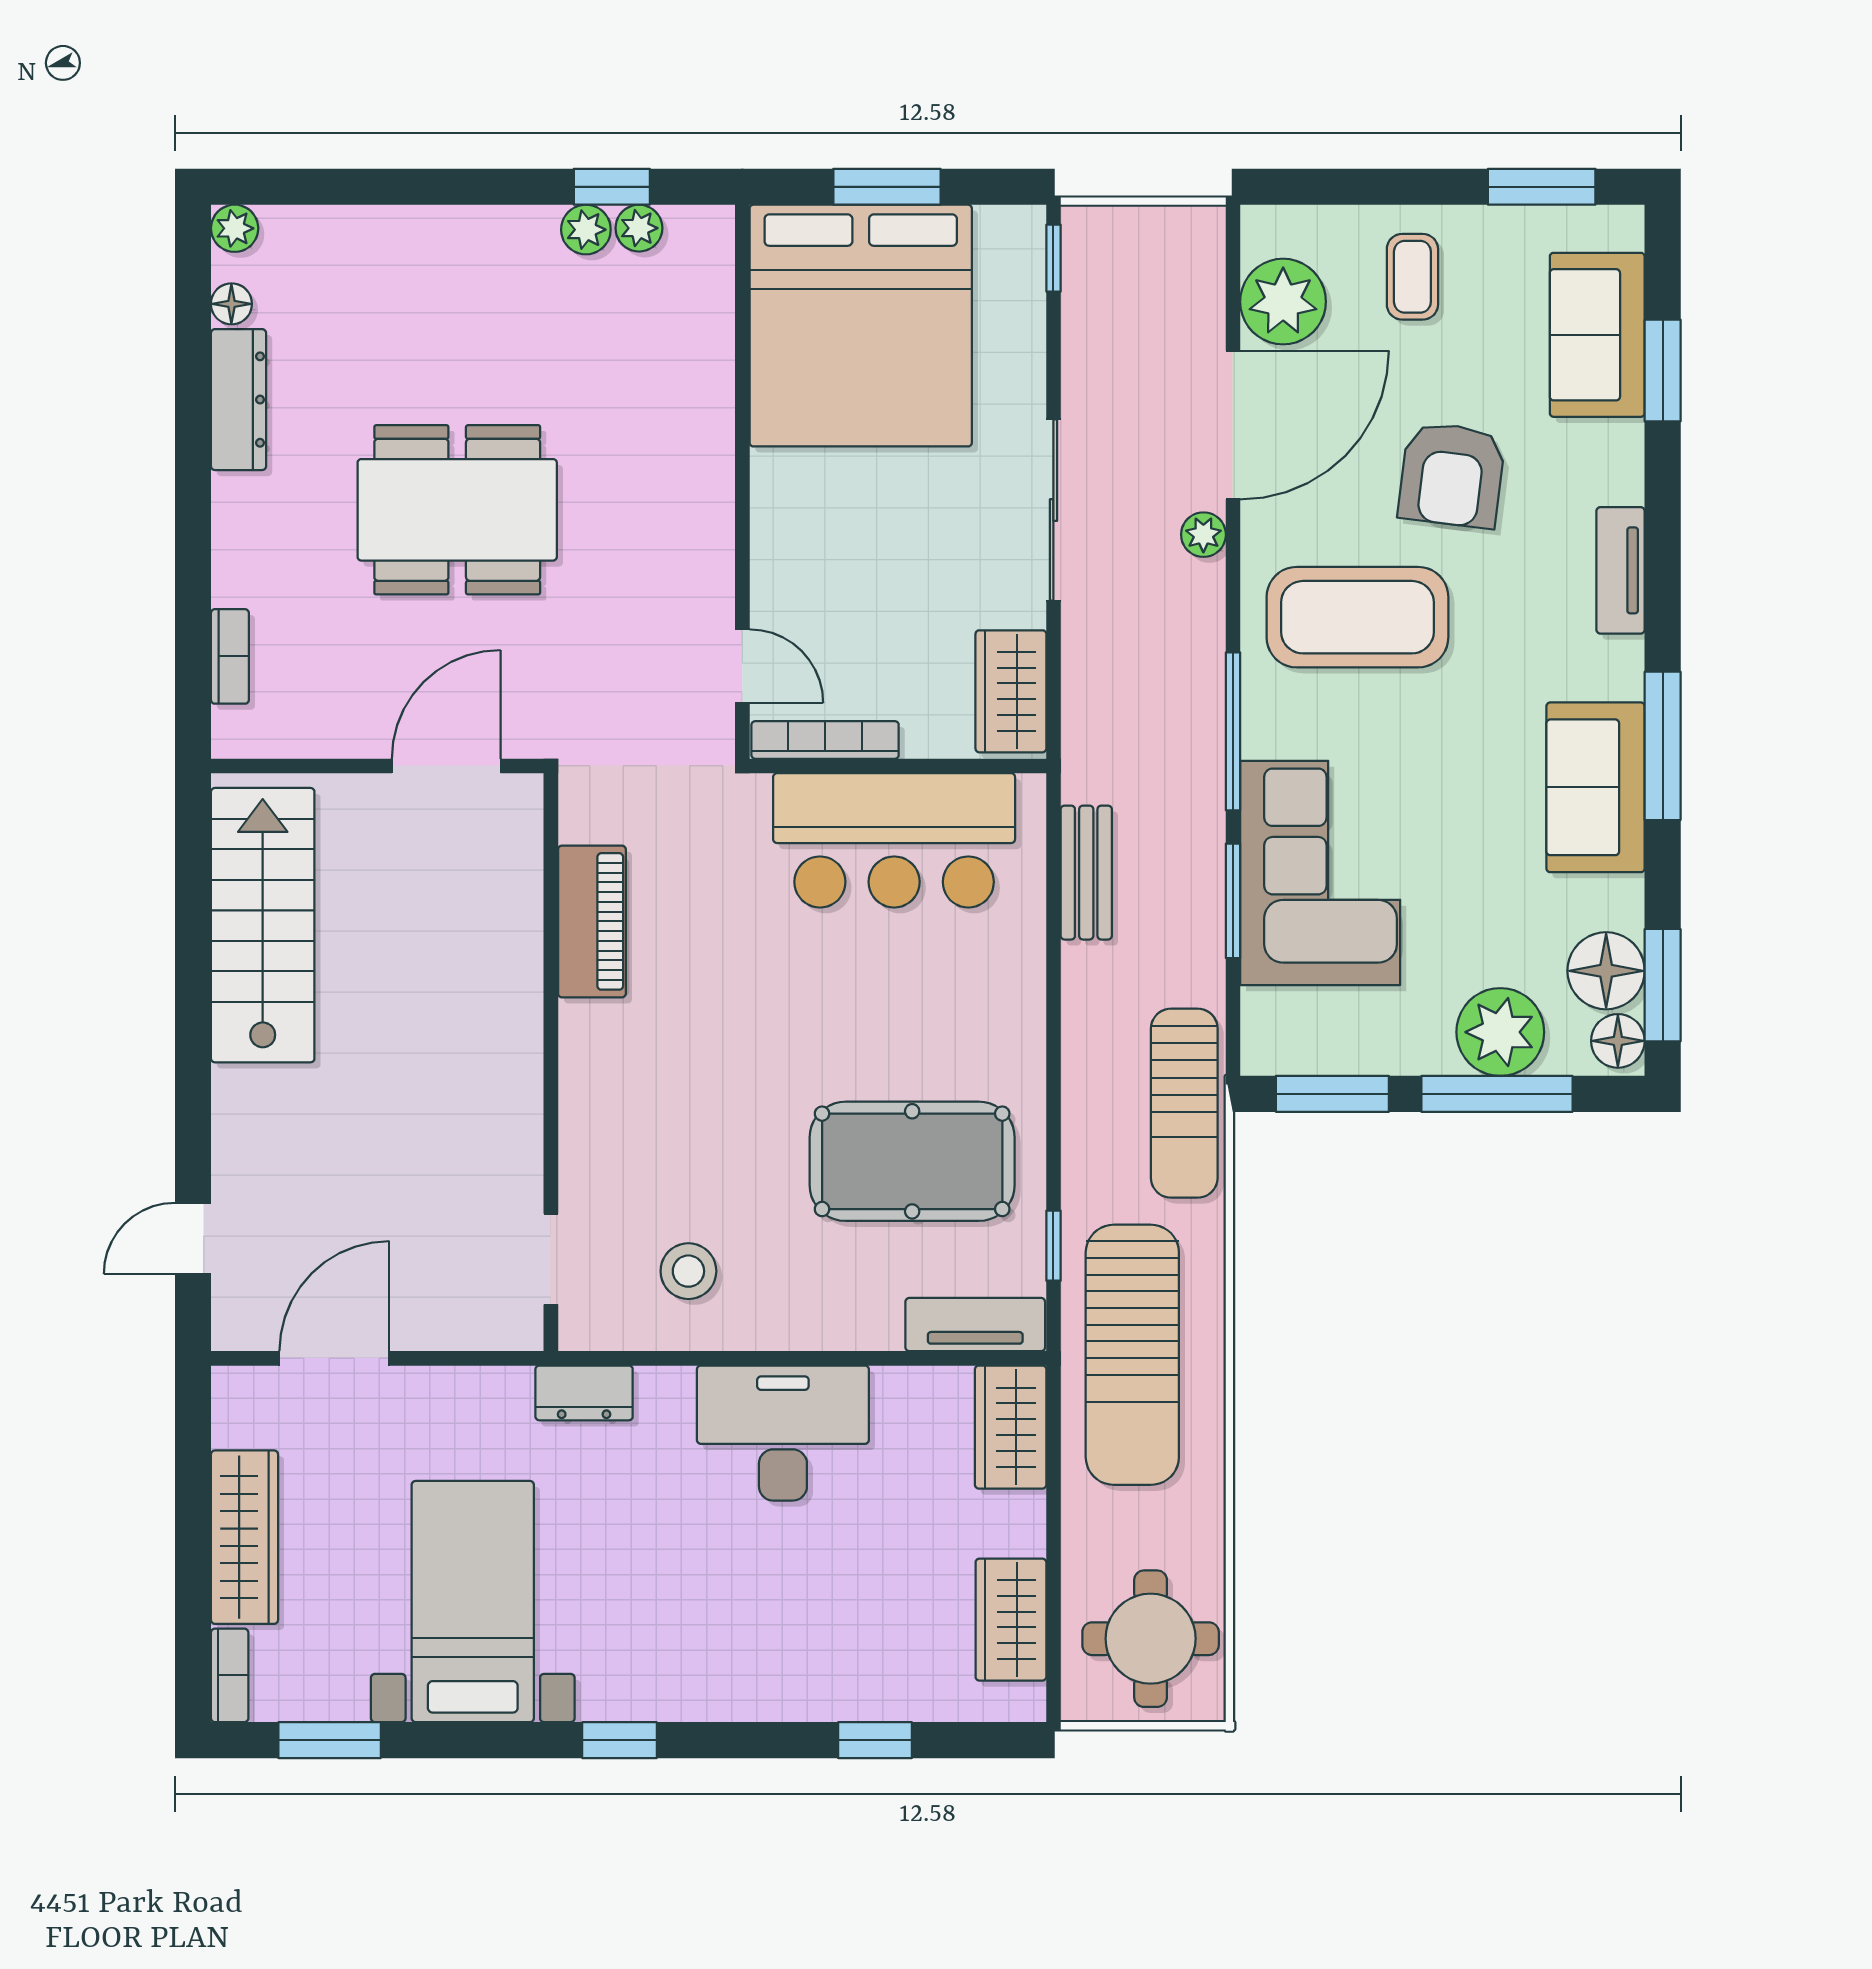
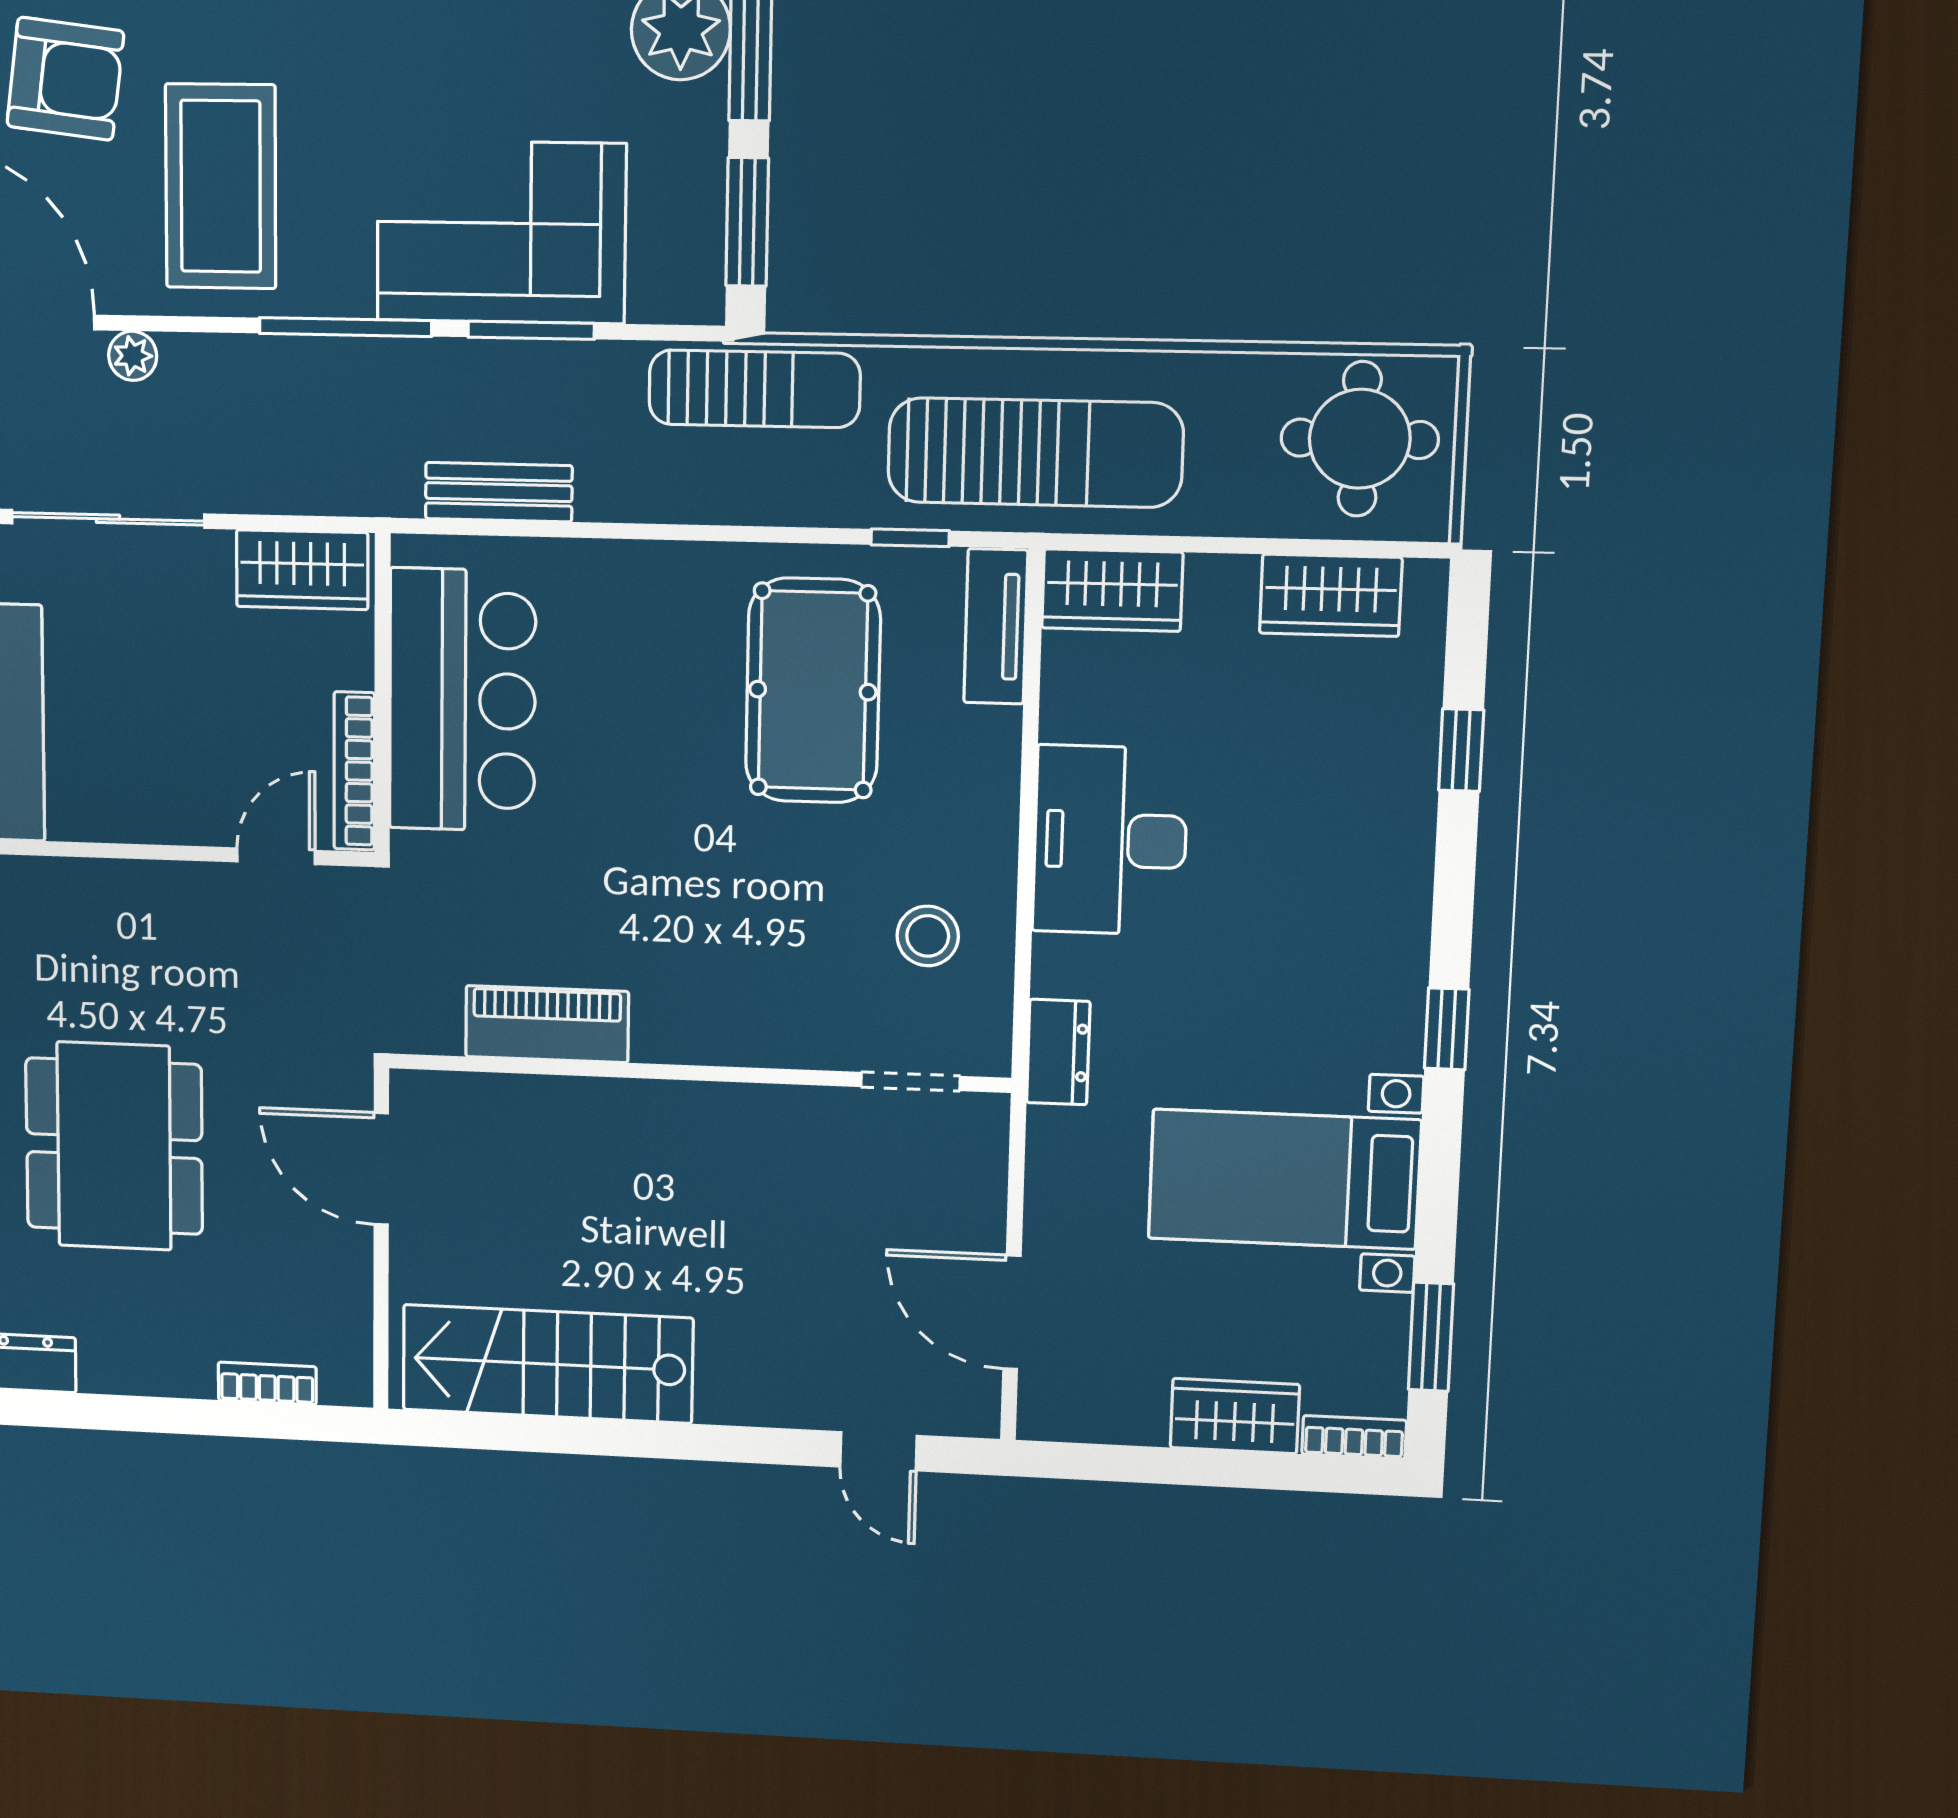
wardrobe: (244, 1537) -> (1235, 1416), width x0.67

